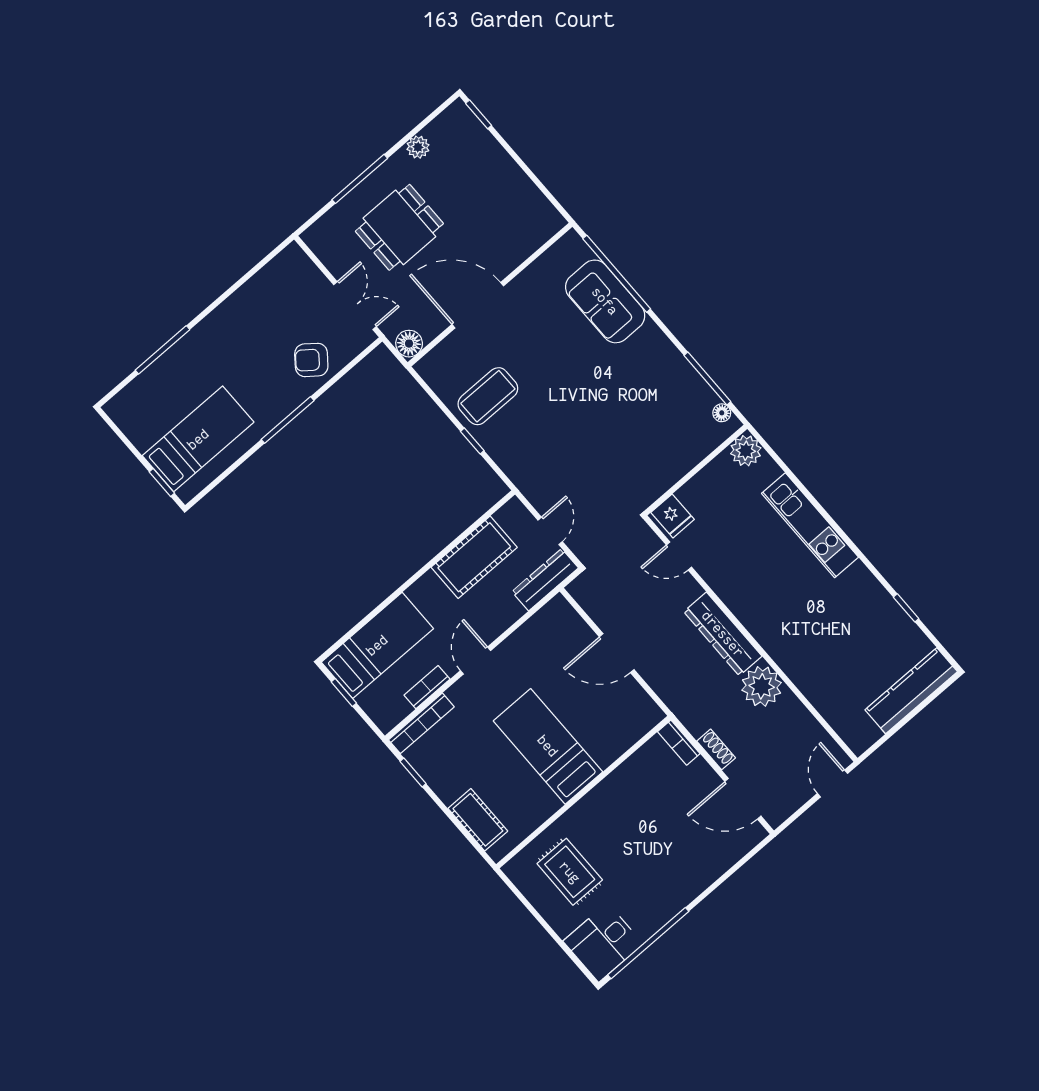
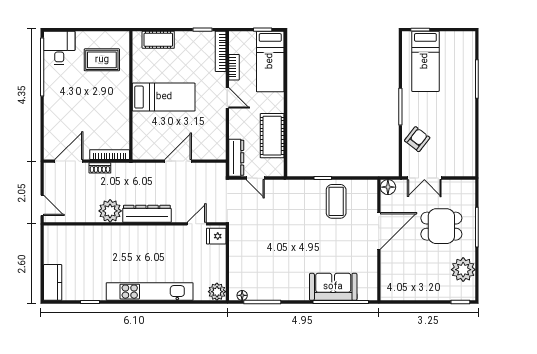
plant: (418, 147) -> (463, 270), width x1.88, depth x1.88
dining table: (399, 227) -> (441, 226), turned 90
kitchen unit: (810, 525) -> (150, 292), width x1.36
kitchen counter: (911, 691) -> (53, 282), width x0.67
bookcase: (679, 743) -> (110, 155), width x1.56

